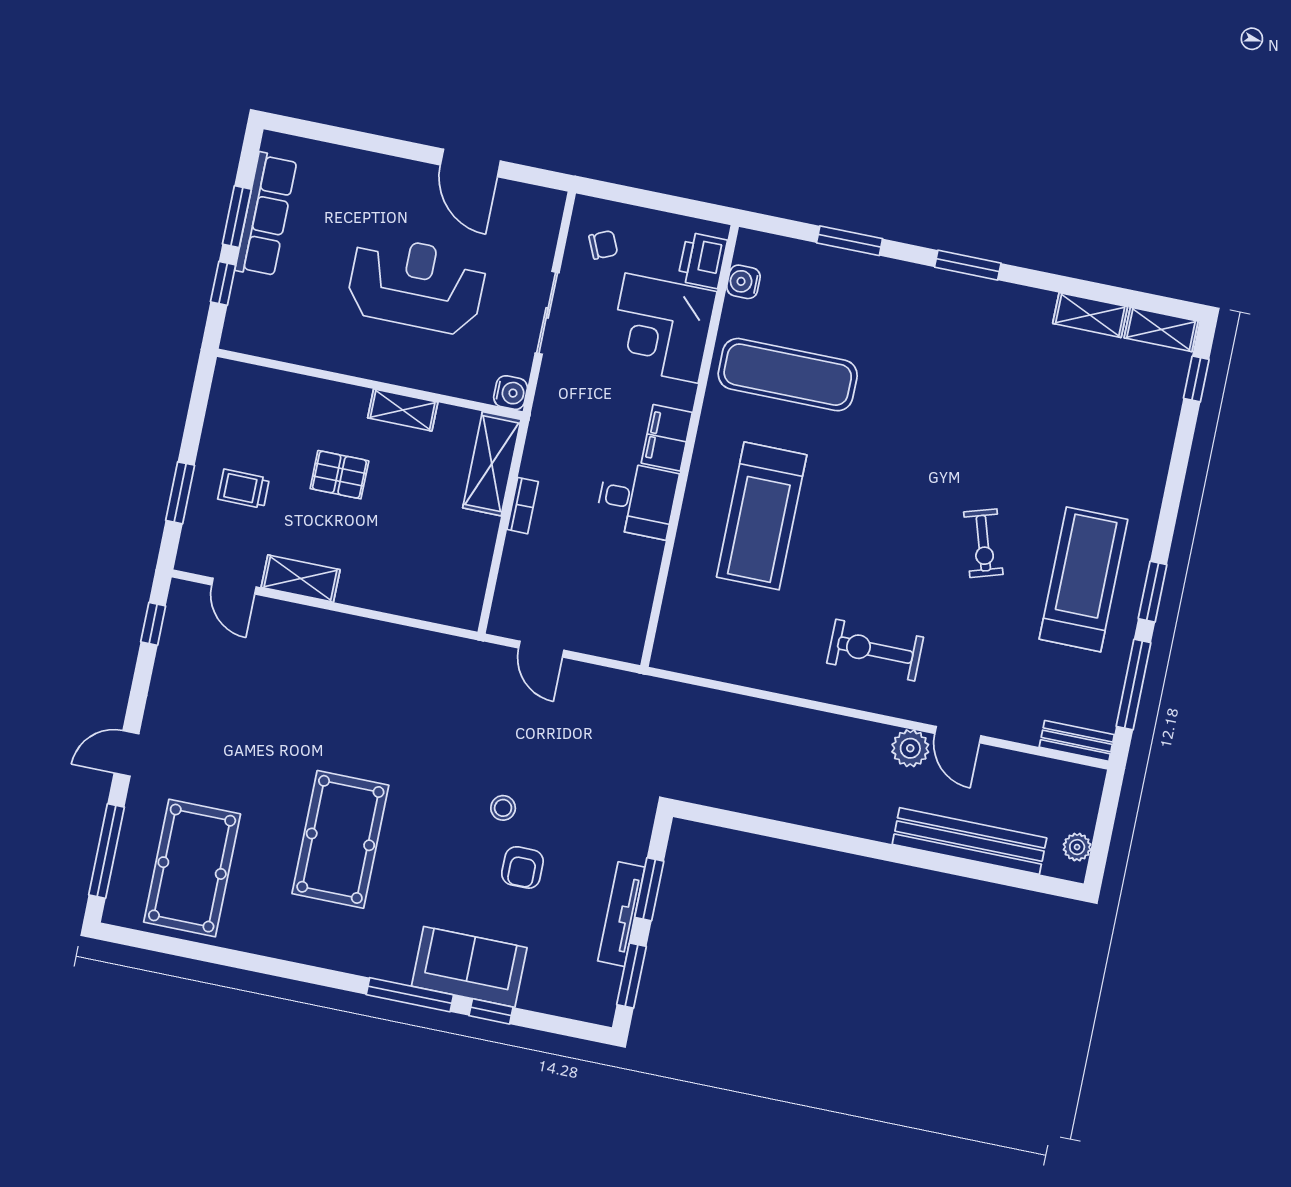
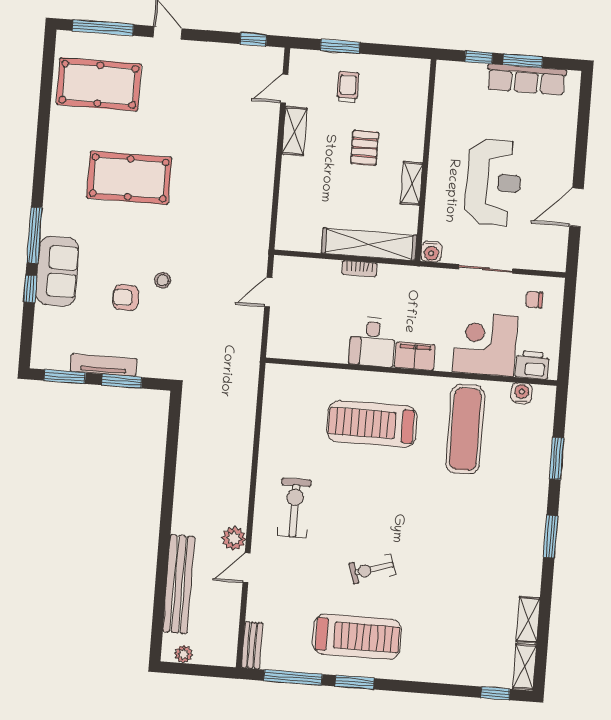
chair: (603, 245) -> (534, 300), turned 114
shelving: (492, 464) -> (369, 244), width x1.47

